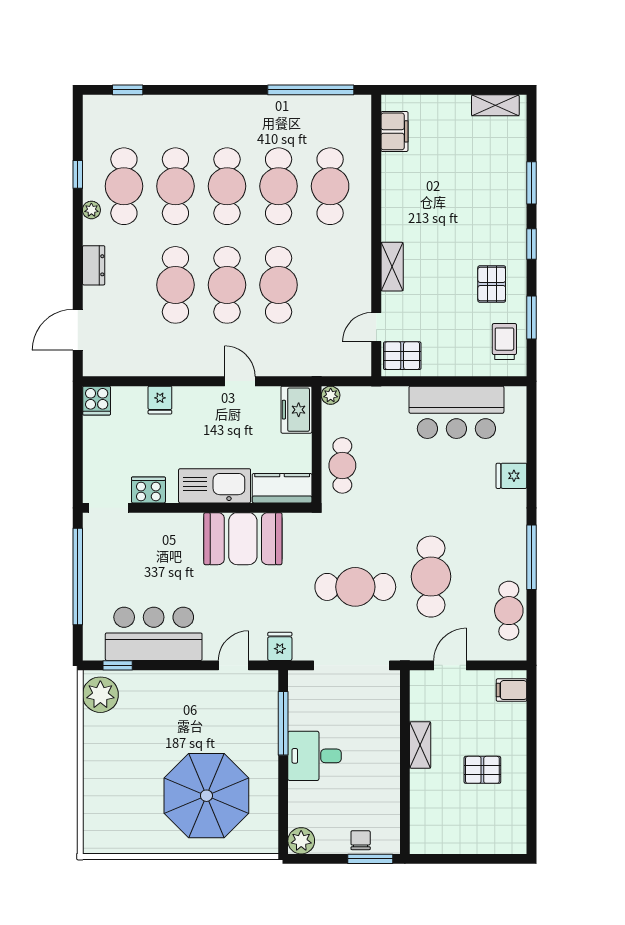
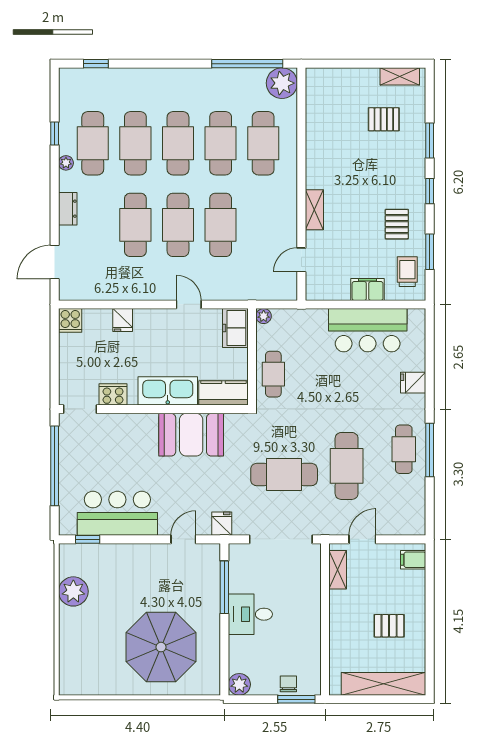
plant: (353, 113) -> (282, 83), added
filing cabinet: (394, 131) -> (368, 289), moved, turned -90
pallet: (402, 356) -> (384, 119), moved
cafe table: (509, 611) -> (404, 449), moved
plant: (100, 695) -> (73, 591), moved
shelving: (420, 745) -> (338, 570), moved
shelving: (476, 840) -> (384, 684), added

